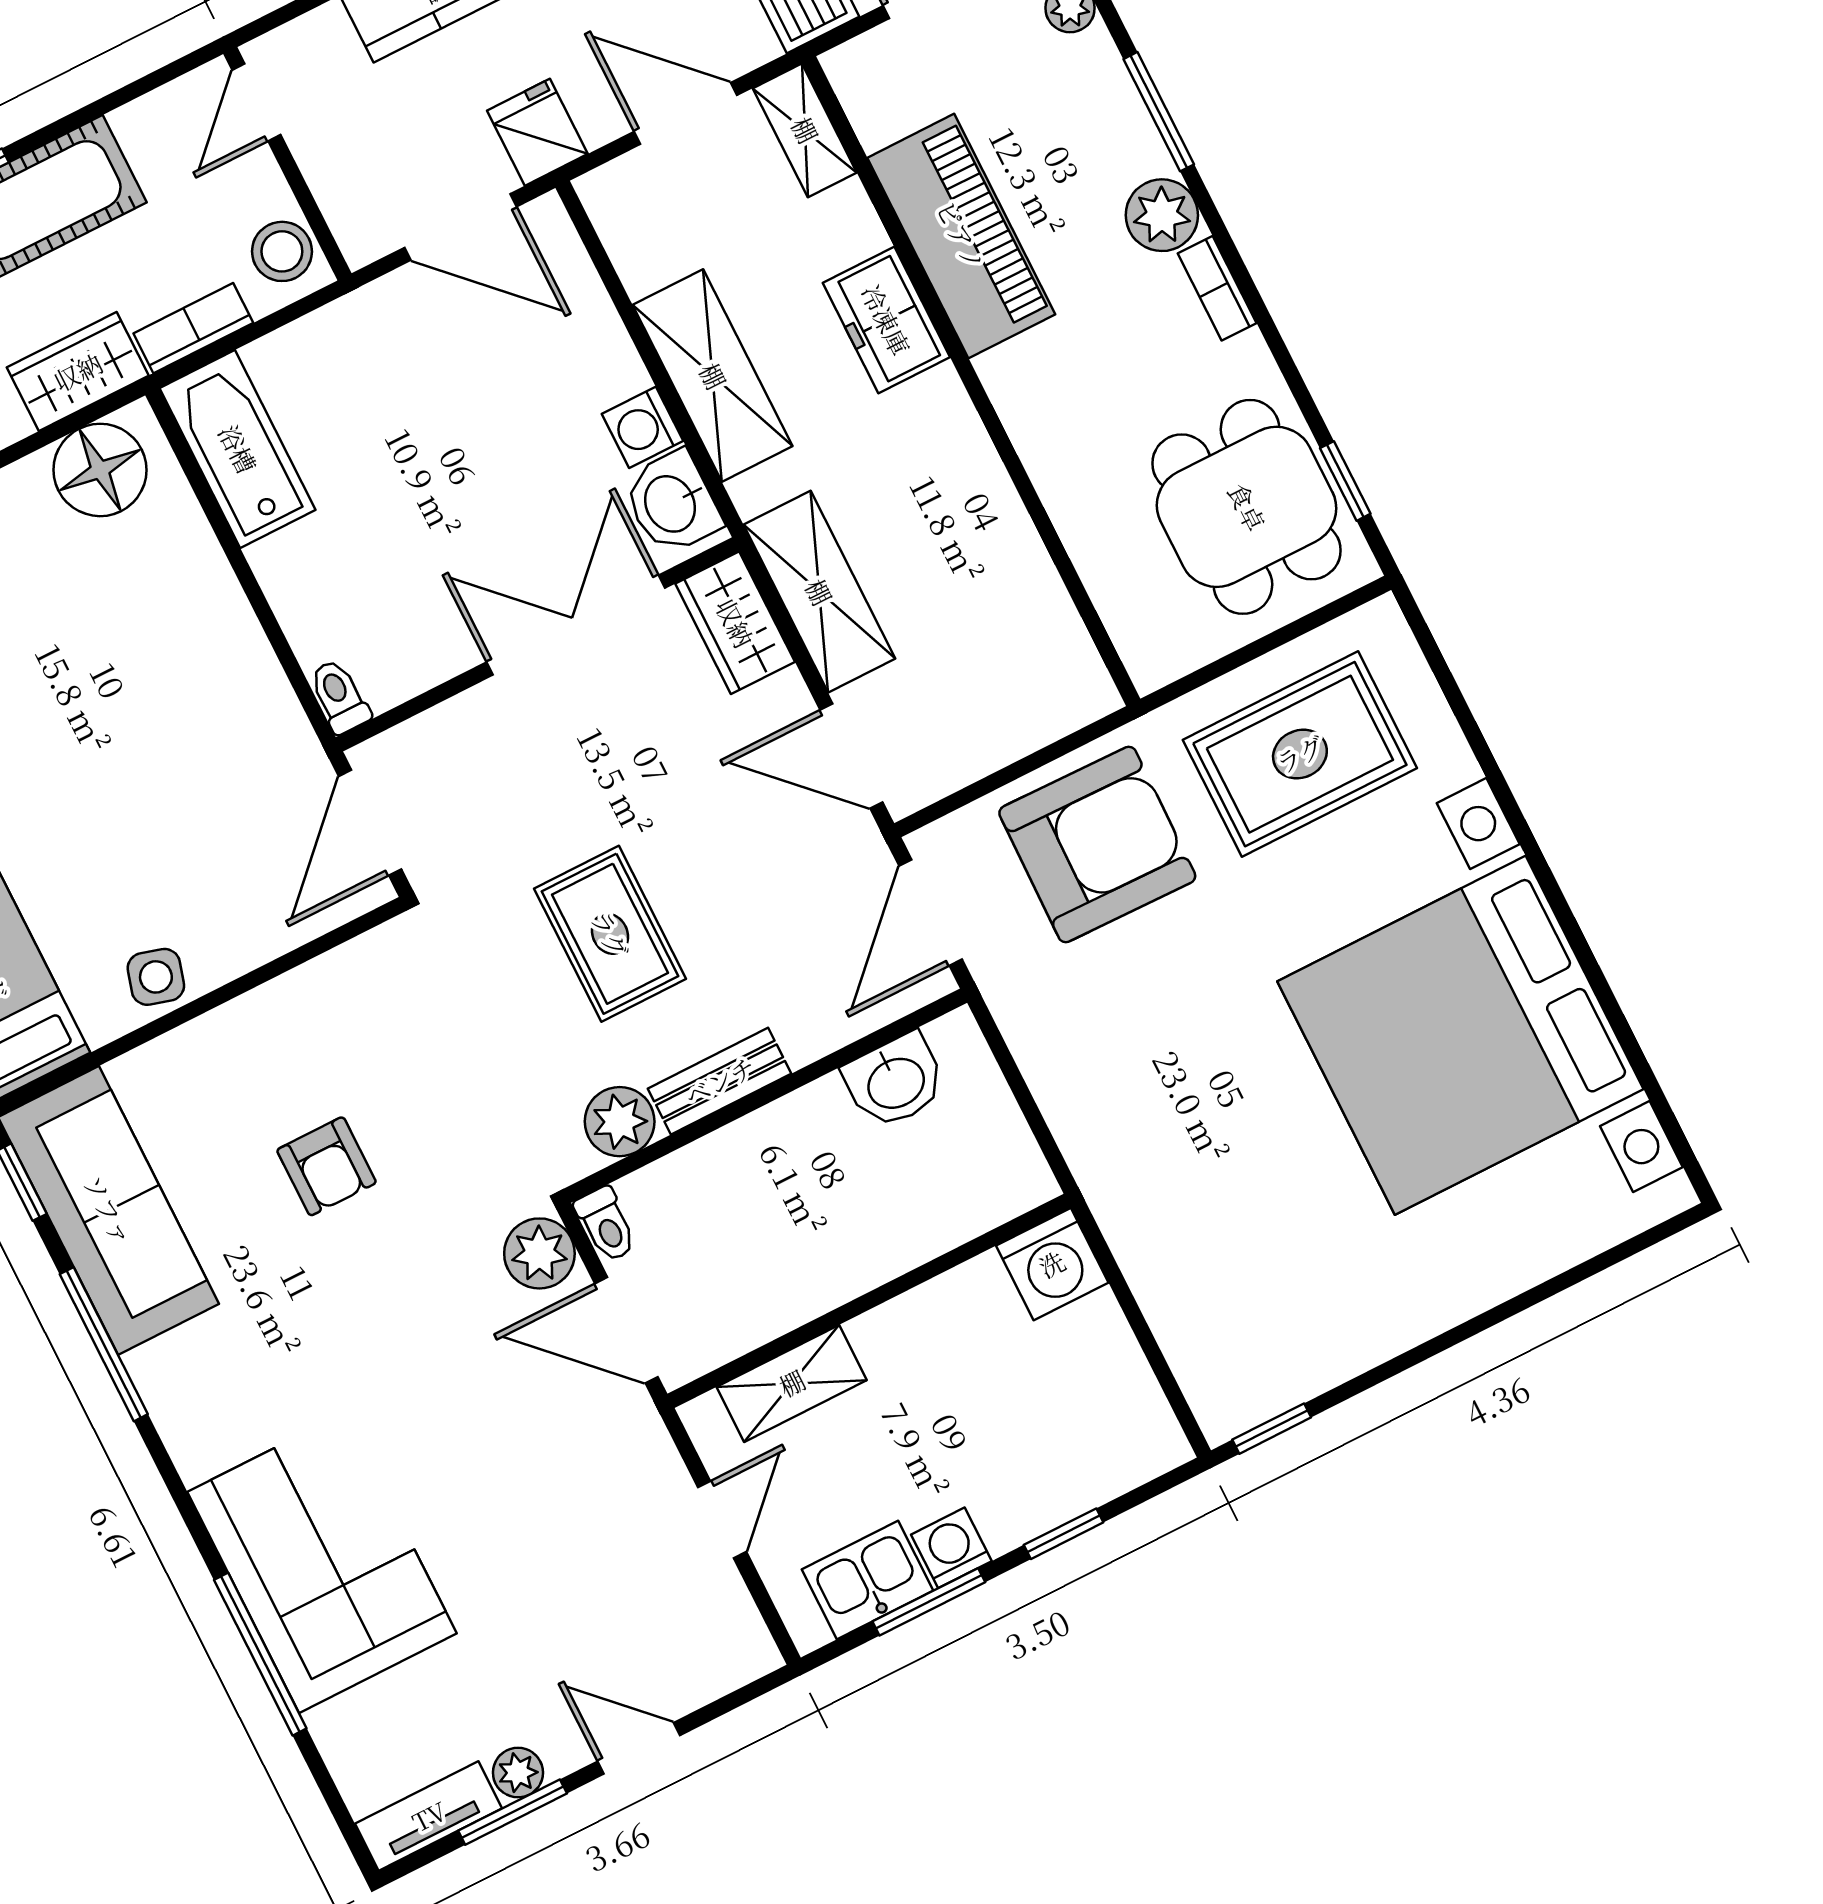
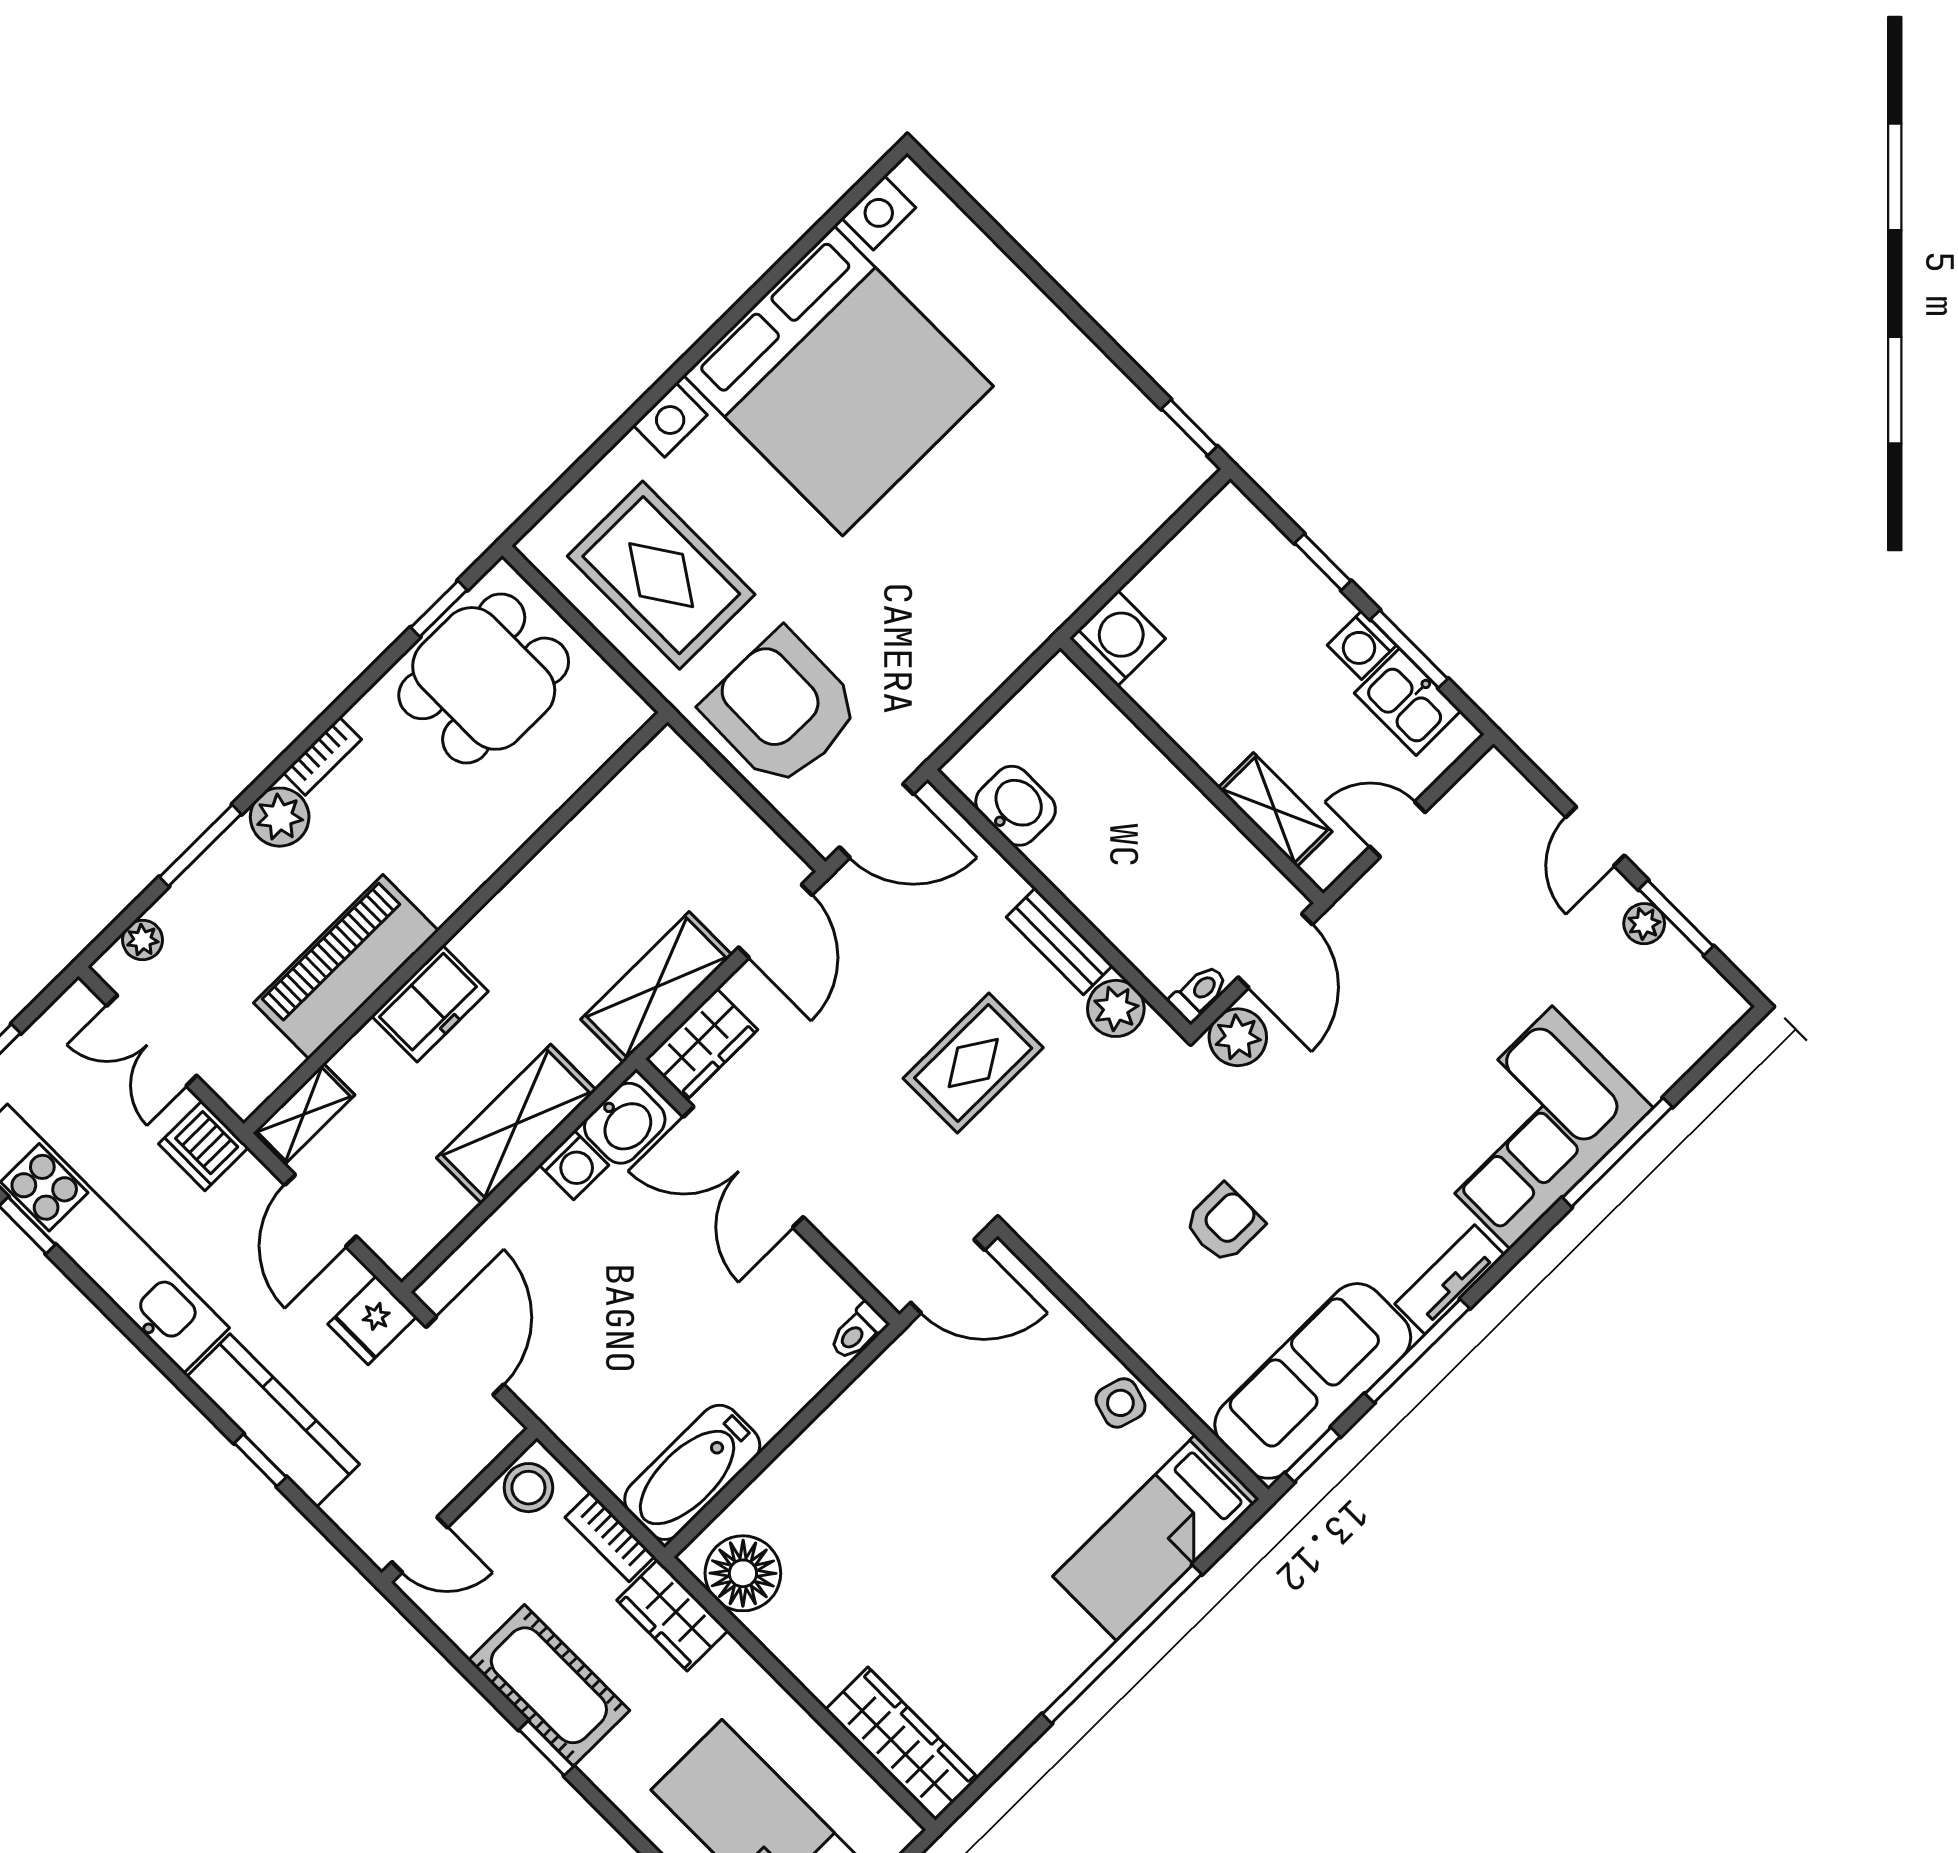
tv unit: (429, 1816) -> (1450, 1279), moved, turned 90

